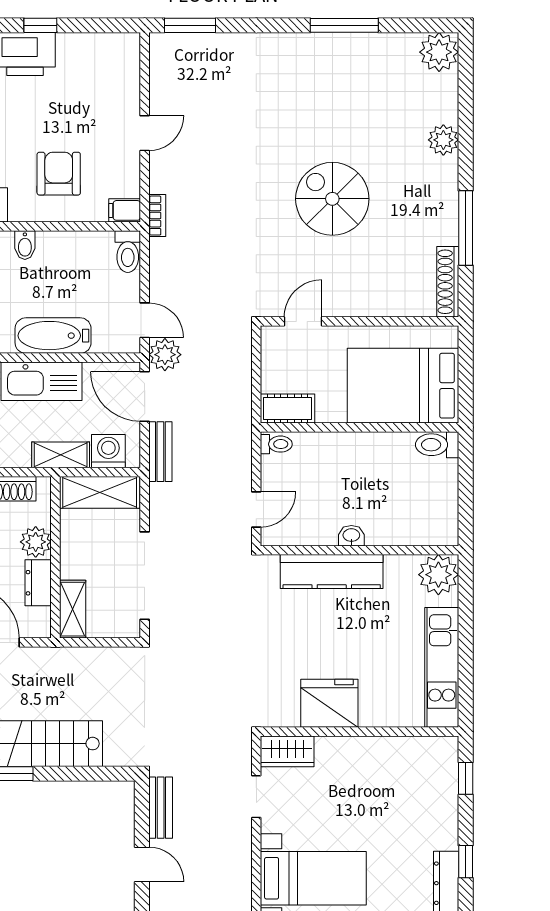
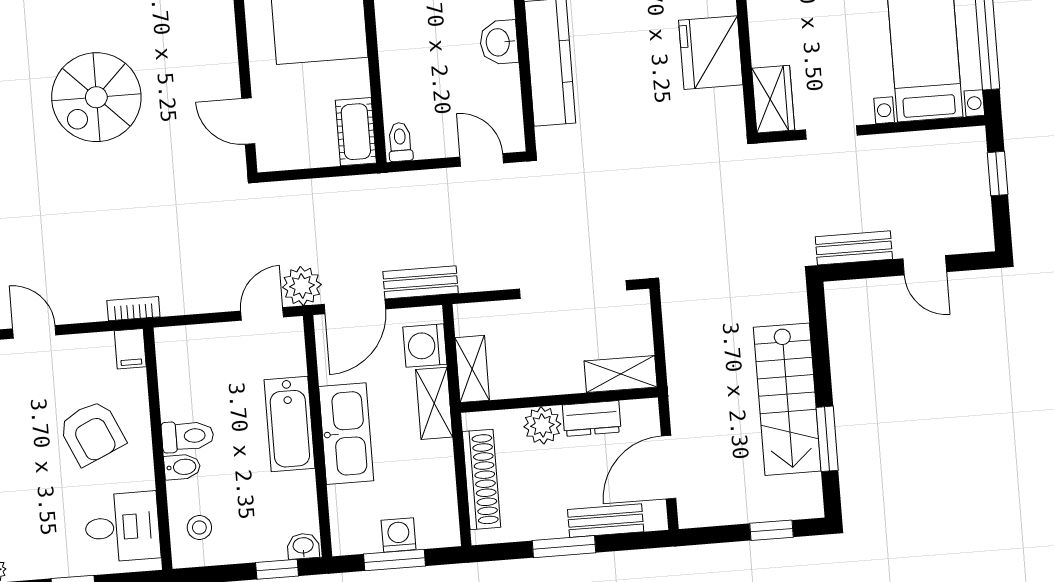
armchair: (59, 174) -> (92, 433), turned -114
toilet: (128, 252) -> (188, 436), moved
shelving: (100, 492) -> (472, 369), width x0.67, depth x0.75
washbasin: (351, 536) -> (499, 42), width x1.38, depth x1.45
door: (142, 864) -> (925, 265), swing flipped

